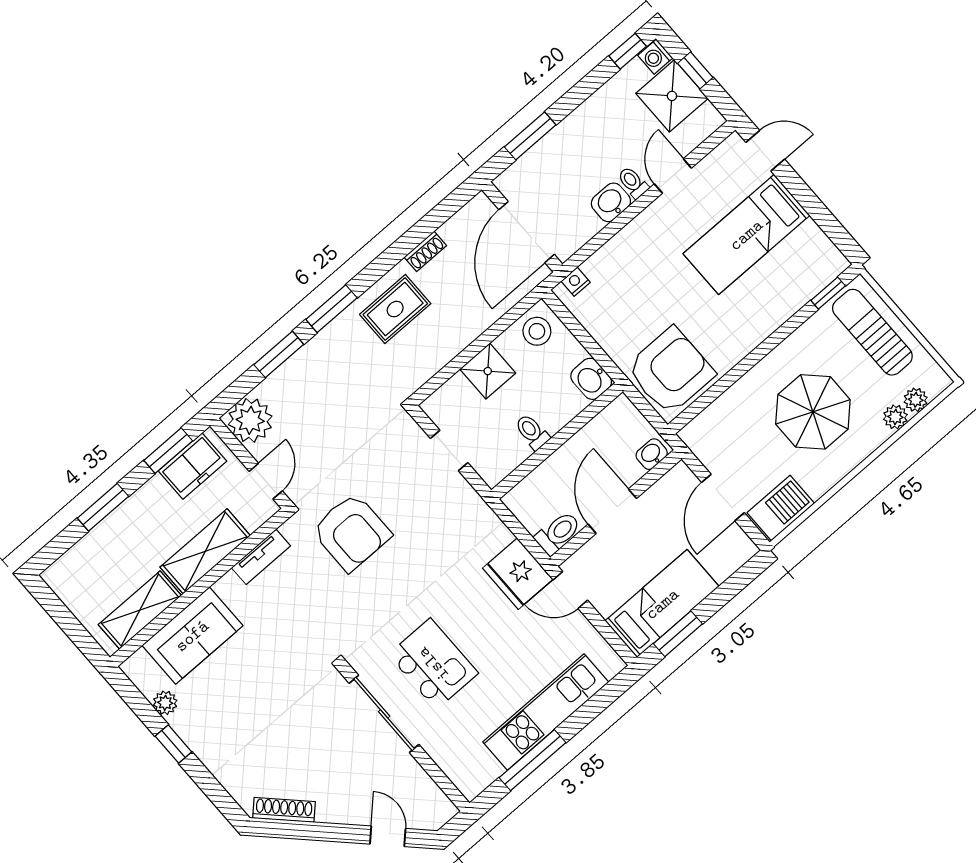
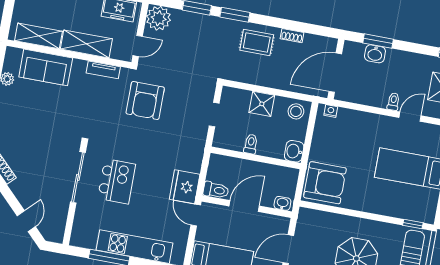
washbasin: (611, 202) -> (375, 54), moved, turned 180

